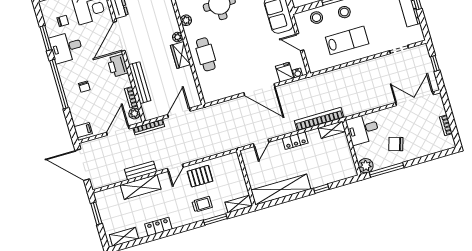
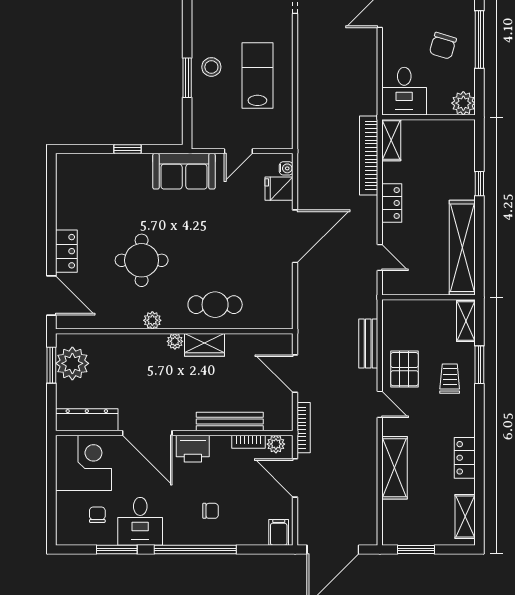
stool: (317, 18) -> (207, 113), removed
bench: (141, 170) -> (368, 344), moved
window: (387, 170) -> (479, 40), moved

